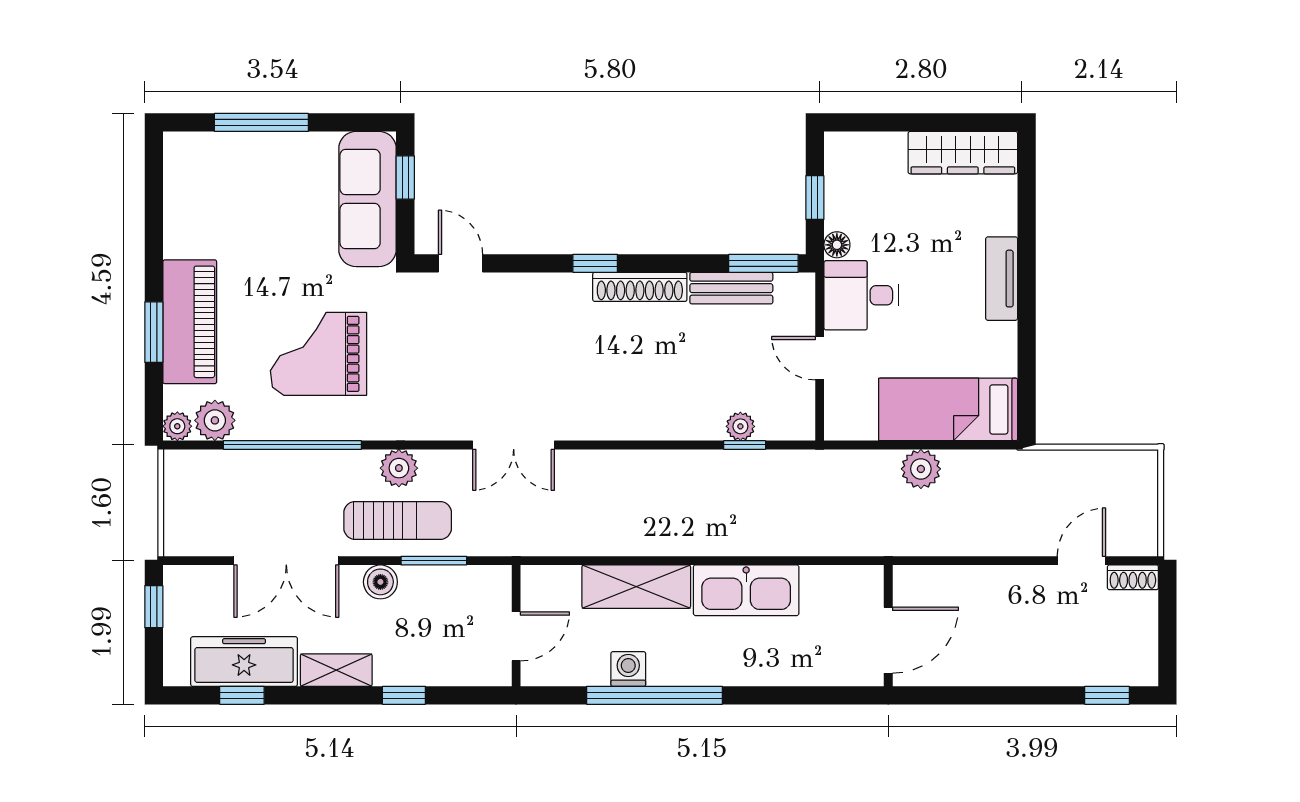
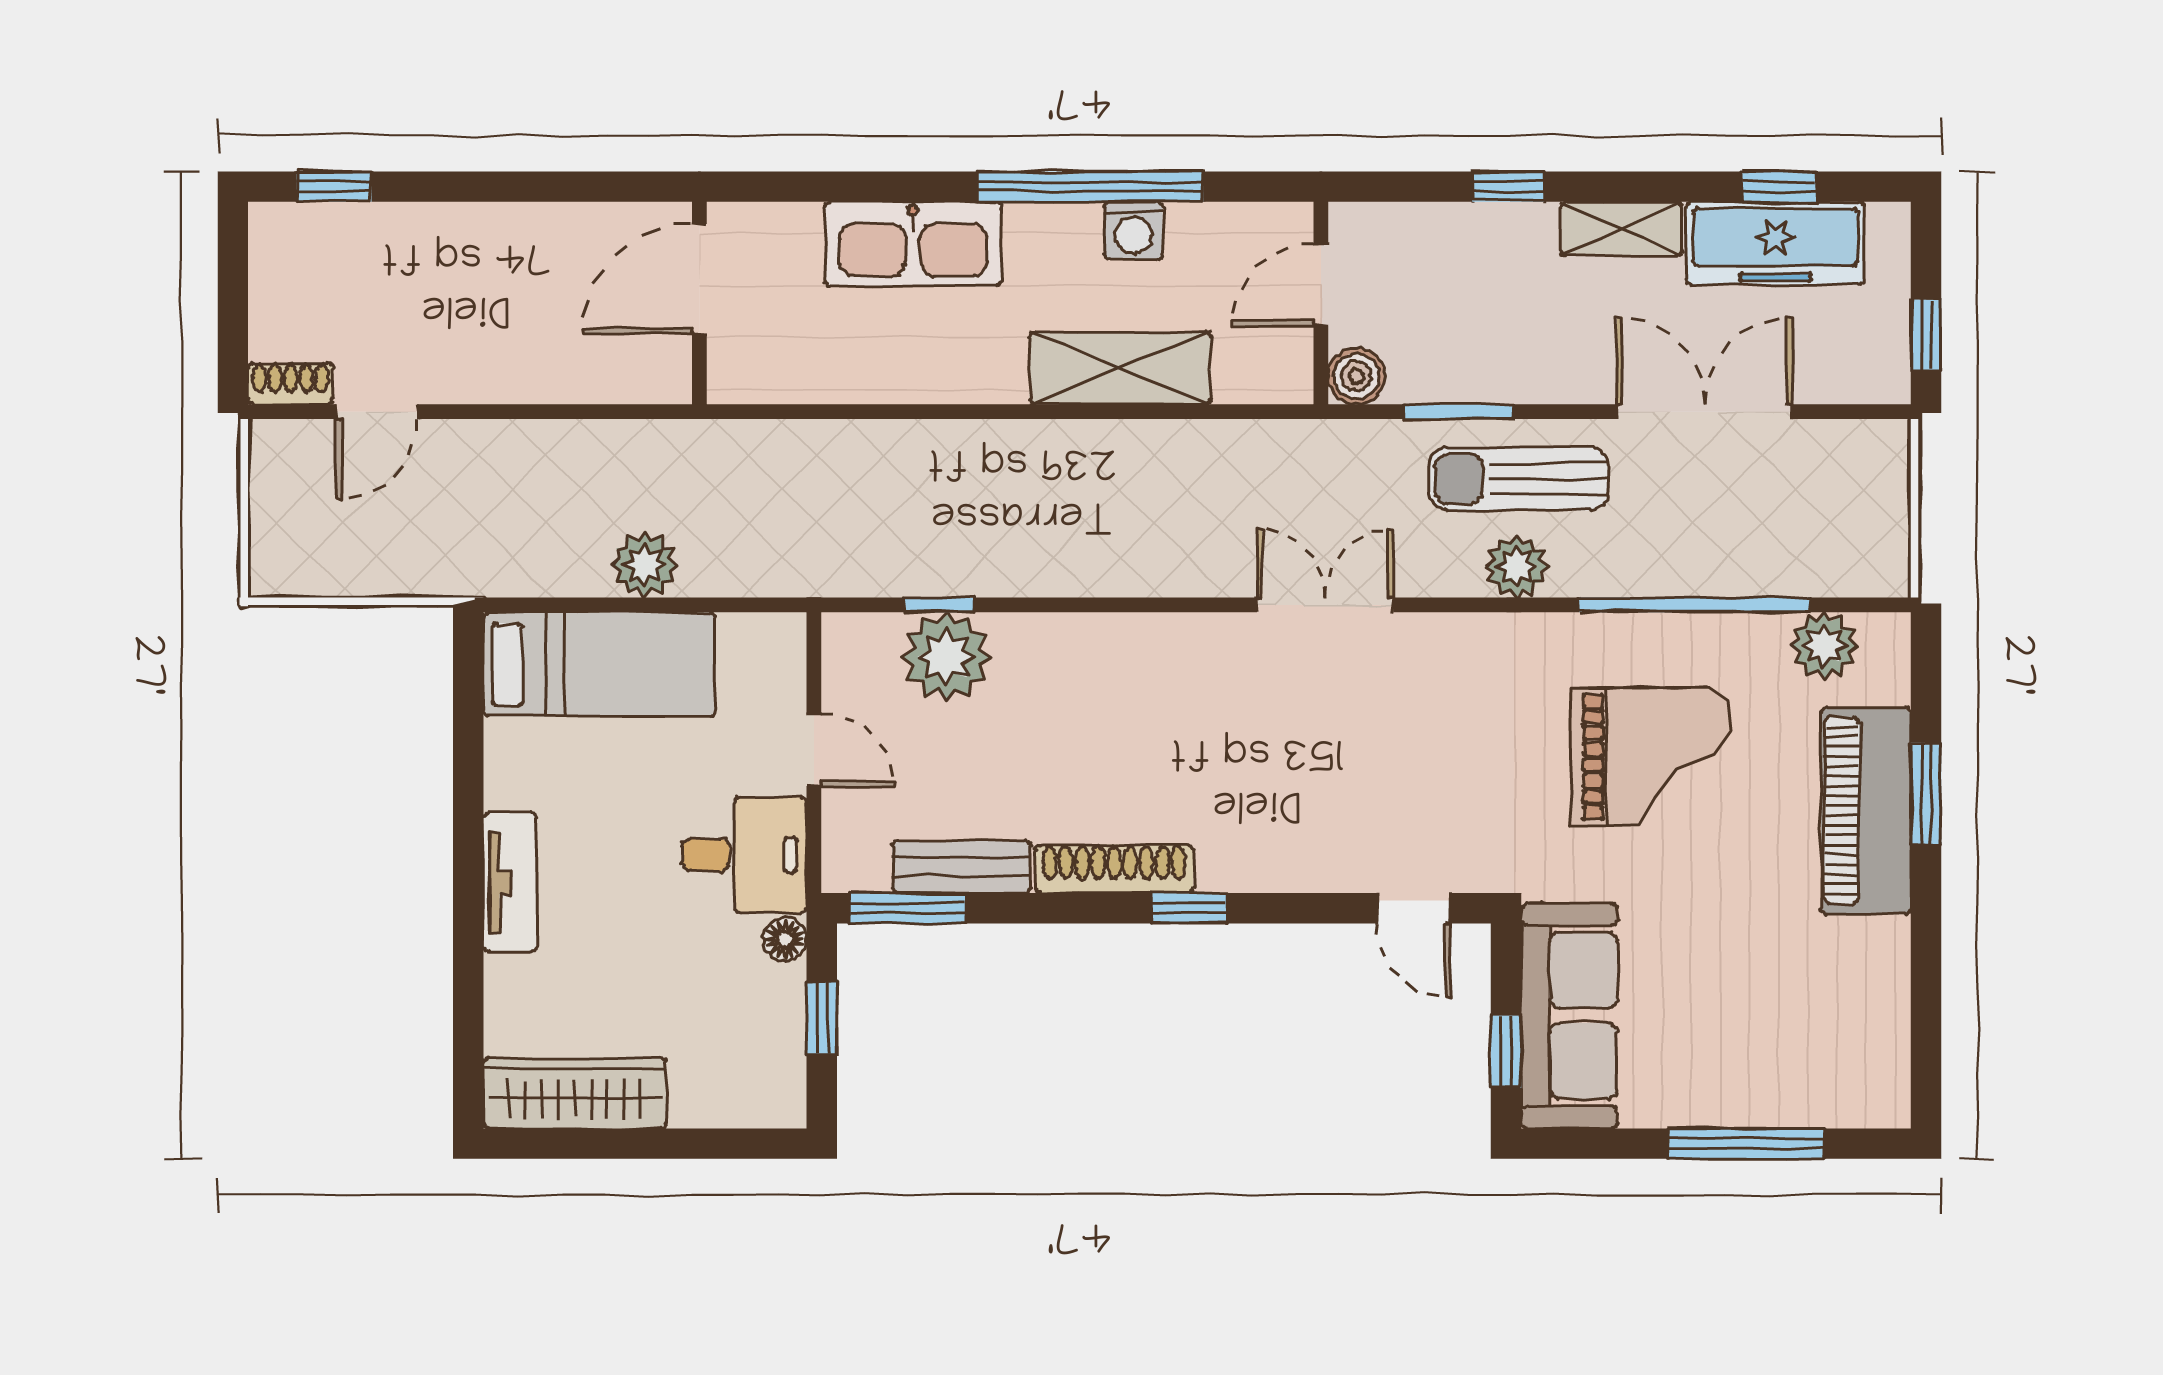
plant: (177, 426) -> (1887, 636), removed
plant: (740, 426) -> (946, 657), width x1.88, depth x1.88
boiler: (380, 582) -> (1356, 376), moved
kitchen sink: (746, 590) -> (913, 244), moved, turned 180

